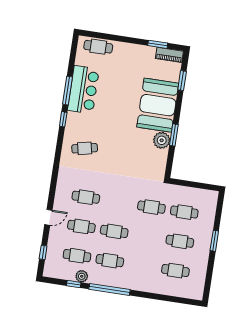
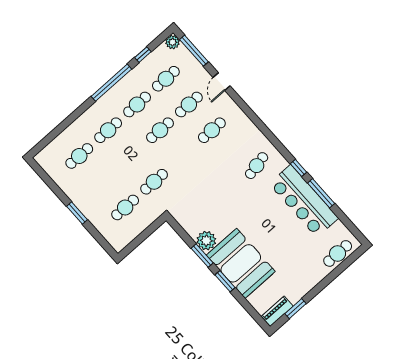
window: (182, 81) -> (225, 281), moved
bar counter: (83, 90) -> (304, 201), width x1.36
cafe table: (180, 241) -> (108, 130), moved
window: (43, 252) -> (194, 51), width x2.17
plant: (82, 276) -> (173, 42), moved

